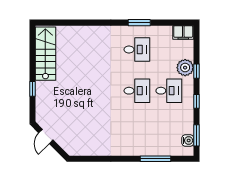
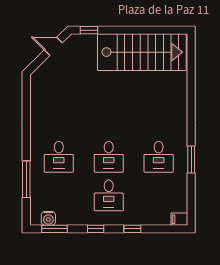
filing cabinet: (183, 32) -> (179, 219), width x0.50
stairs: (45, 54) -> (142, 52), width x1.36, depth x1.51
plant: (185, 68) -> (137, 215), removed
window: (32, 89) -> (89, 30), moved
desk: (137, 132) -> (59, 157), added

